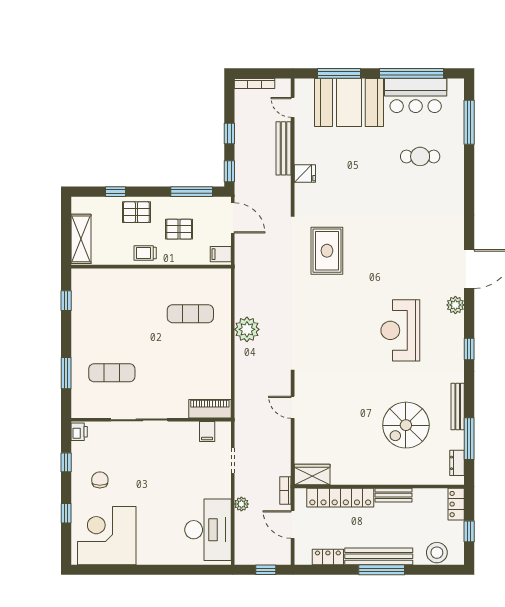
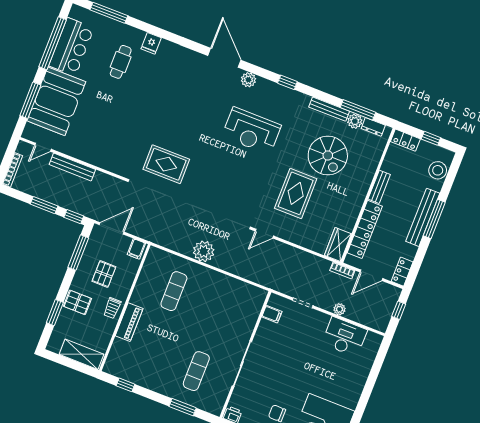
window: (229, 133) -> (44, 205), width x1.50
fridge: (305, 174) -> (151, 43), moved, turned 180
window: (115, 192) -> (55, 313), width x1.50
pallet: (136, 212) -> (77, 302), turned 90
rug: (350, 406) -> (296, 193), added
door: (293, 407) -> (264, 234), moved
piano: (210, 409) -> (129, 322), moved, turned 180
plant: (455, 440) -> (355, 121), added
desk: (208, 530) -> (345, 337), width x0.73, depth x0.77
locker: (328, 557) -> (402, 272), moved

